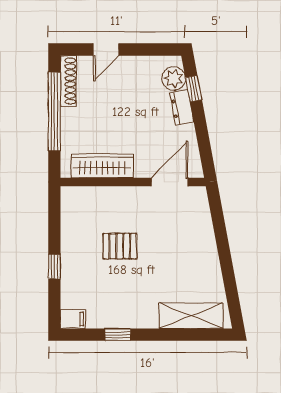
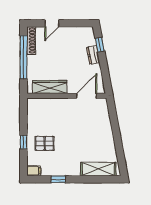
plant: (174, 79) -> (89, 39), removed
pallet: (120, 246) -> (45, 143), moved

